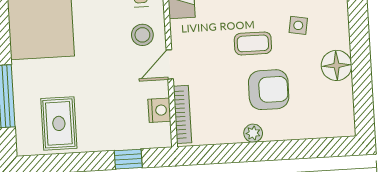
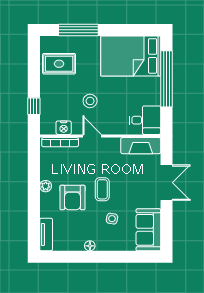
stool: (142, 35) -> (90, 101), moved
floor lamp: (336, 65) -> (90, 246), width x0.53, depth x0.53
tv unit: (329, 128) -> (46, 234), added

